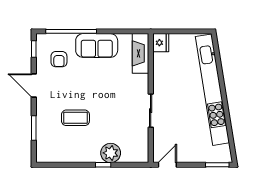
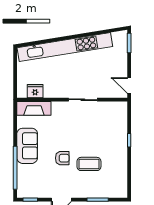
fridge: (161, 43) -> (35, 91), moved
armchair: (59, 59) -> (62, 158), moved
coffee table: (75, 118) -> (89, 164), turned 90
plant: (111, 153) -> (119, 134), removed

